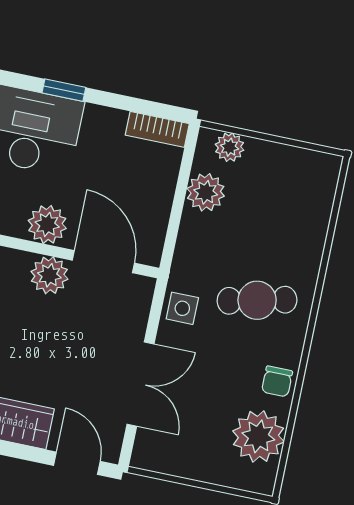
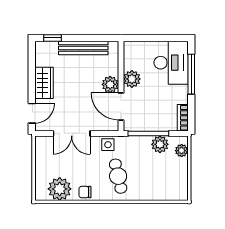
window: (64, 90) -> (191, 74), width x2.17
window: (176, 213) -> (148, 133), added
door: (103, 262) -> (121, 107), swing flipped

